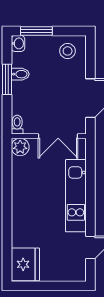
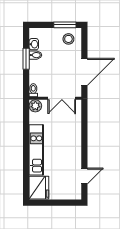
window: (36, 31) -> (65, 25), moved
washbasin: (18, 43) -> (34, 44), moved
kitchen unit: (76, 196) -> (36, 150), moved, turned 180

